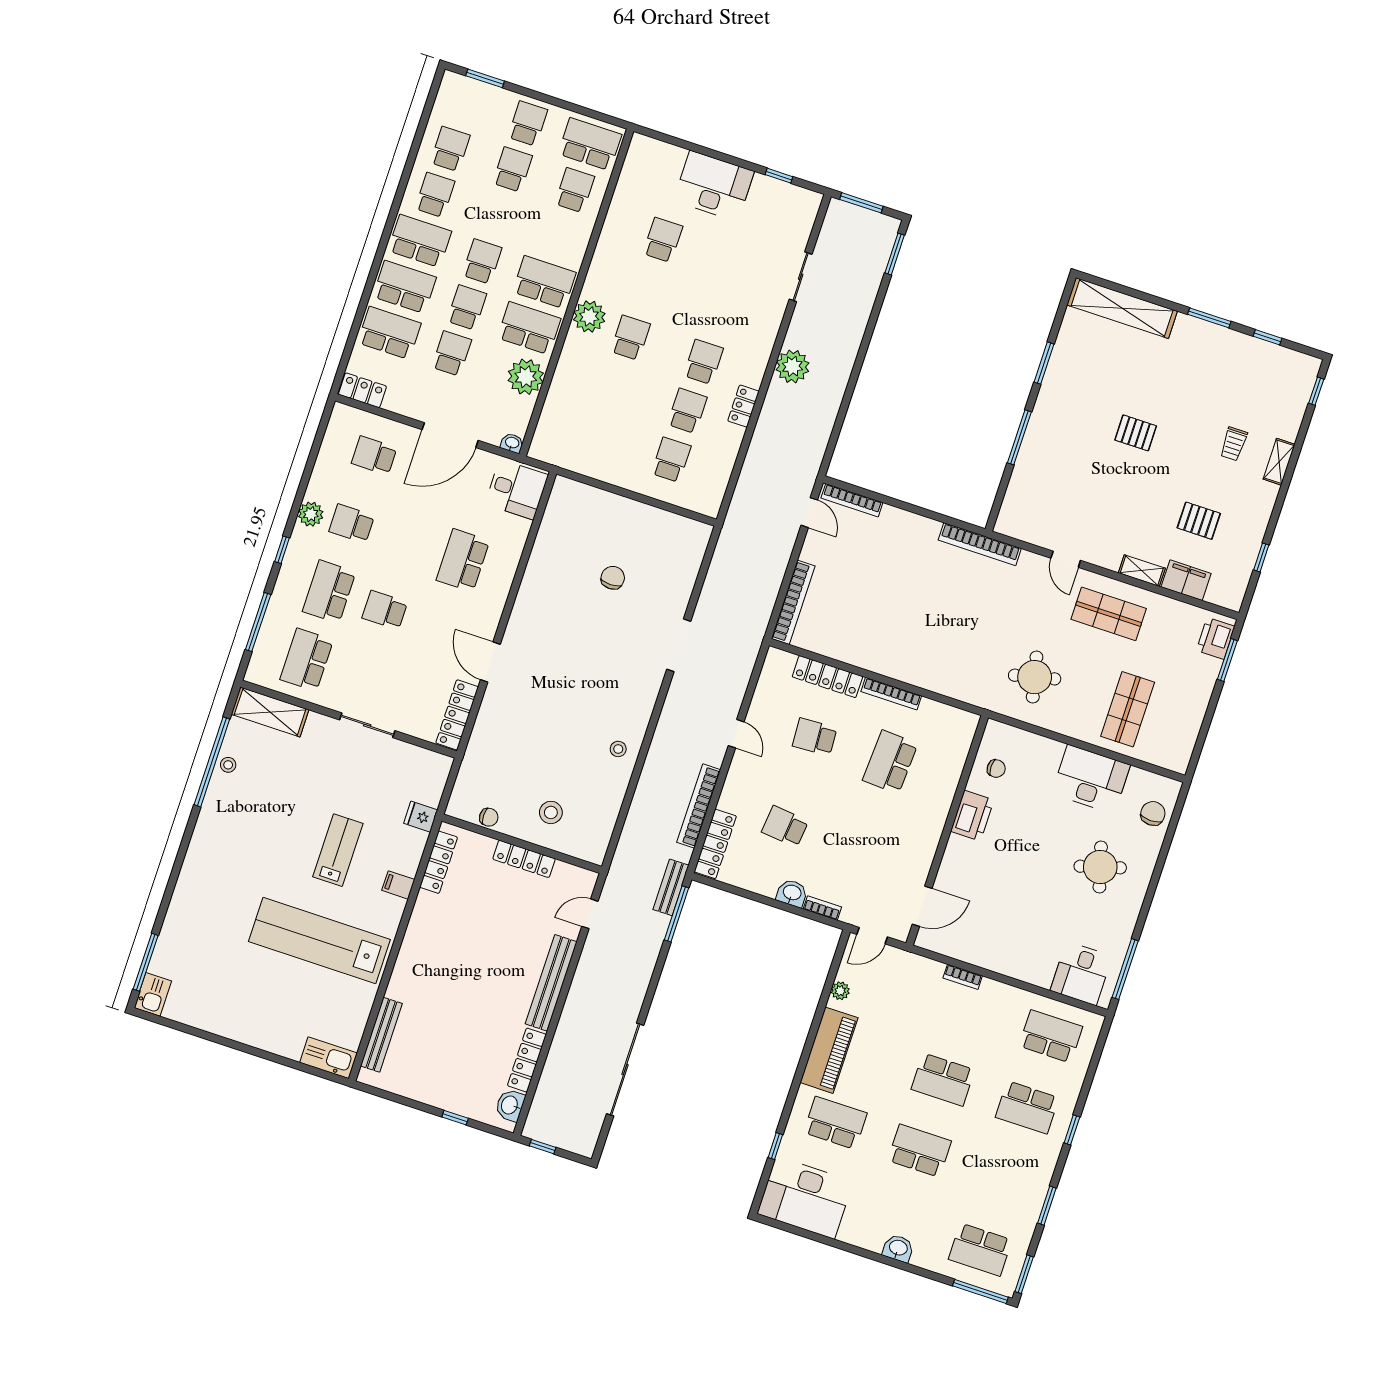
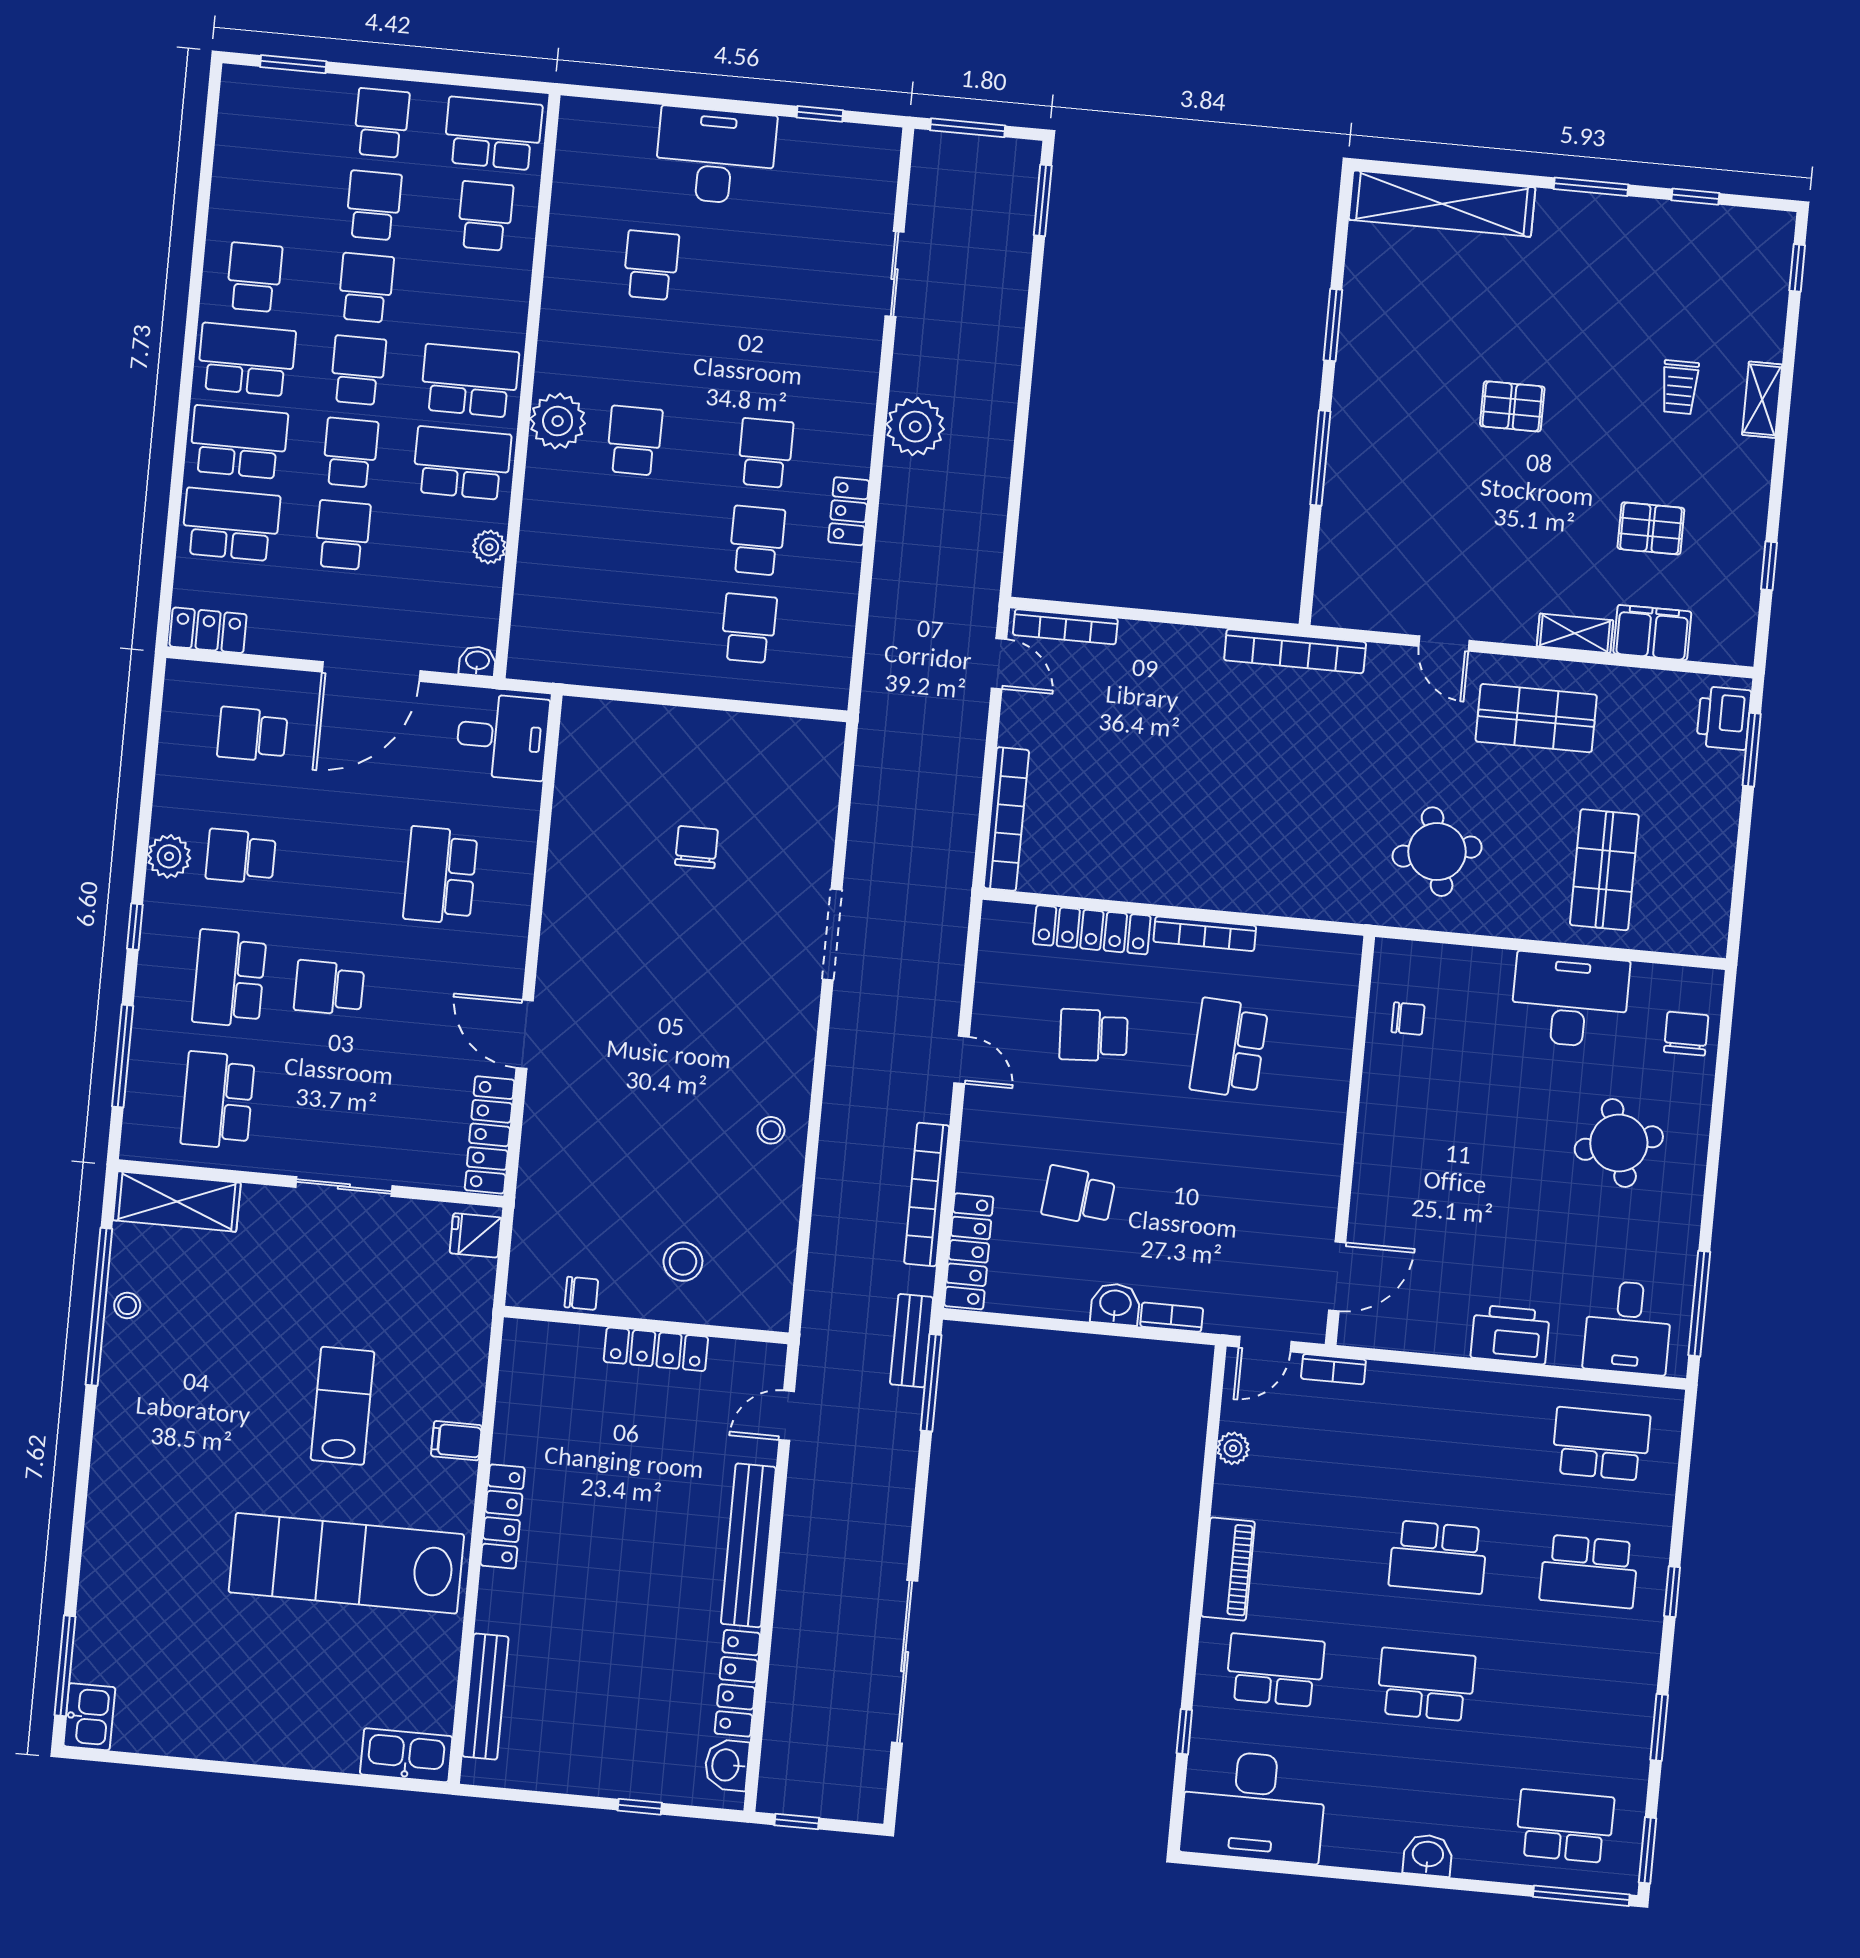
school desk: (450, 149) -> (366, 288), moved
plant: (526, 377) -> (489, 547), width x0.53, depth x0.53
printer: (972, 816) -> (1510, 1334), moved, turned -90
fridge: (421, 817) -> (476, 1235), moved
locker: (439, 862) -> (503, 1516), moved
bookcase: (963, 977) -> (1333, 1369), moved
piano: (829, 1050) -> (1228, 1569), width x0.73, depth x0.75
school desk: (980, 1250) -> (1565, 1826), turned 180

